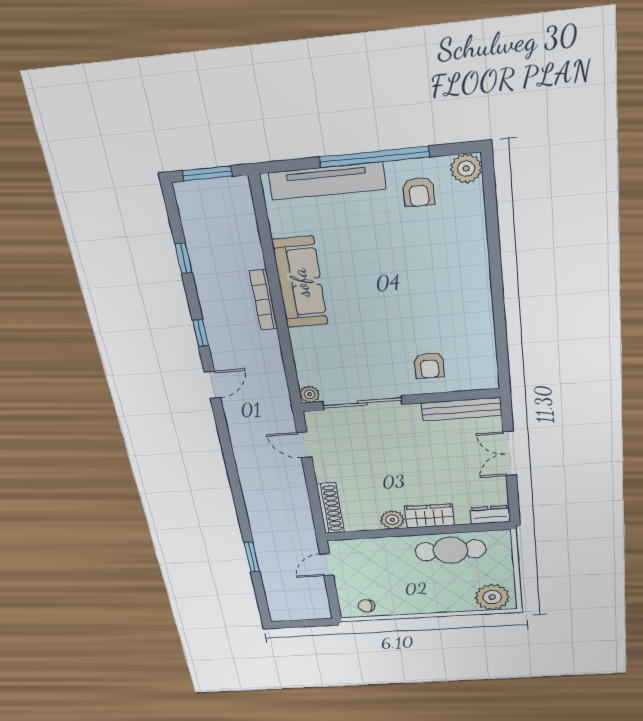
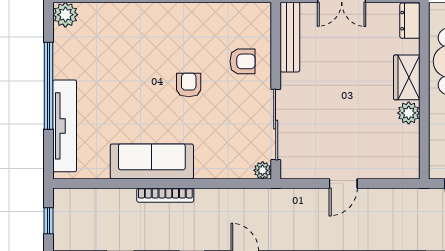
window: (207, 173) -> (48, 221), width x0.67
armchair: (419, 192) -> (189, 85), moved, turned -90
door: (304, 445) -> (343, 183), moved
shoe rack: (330, 508) -> (390, 170), removed

